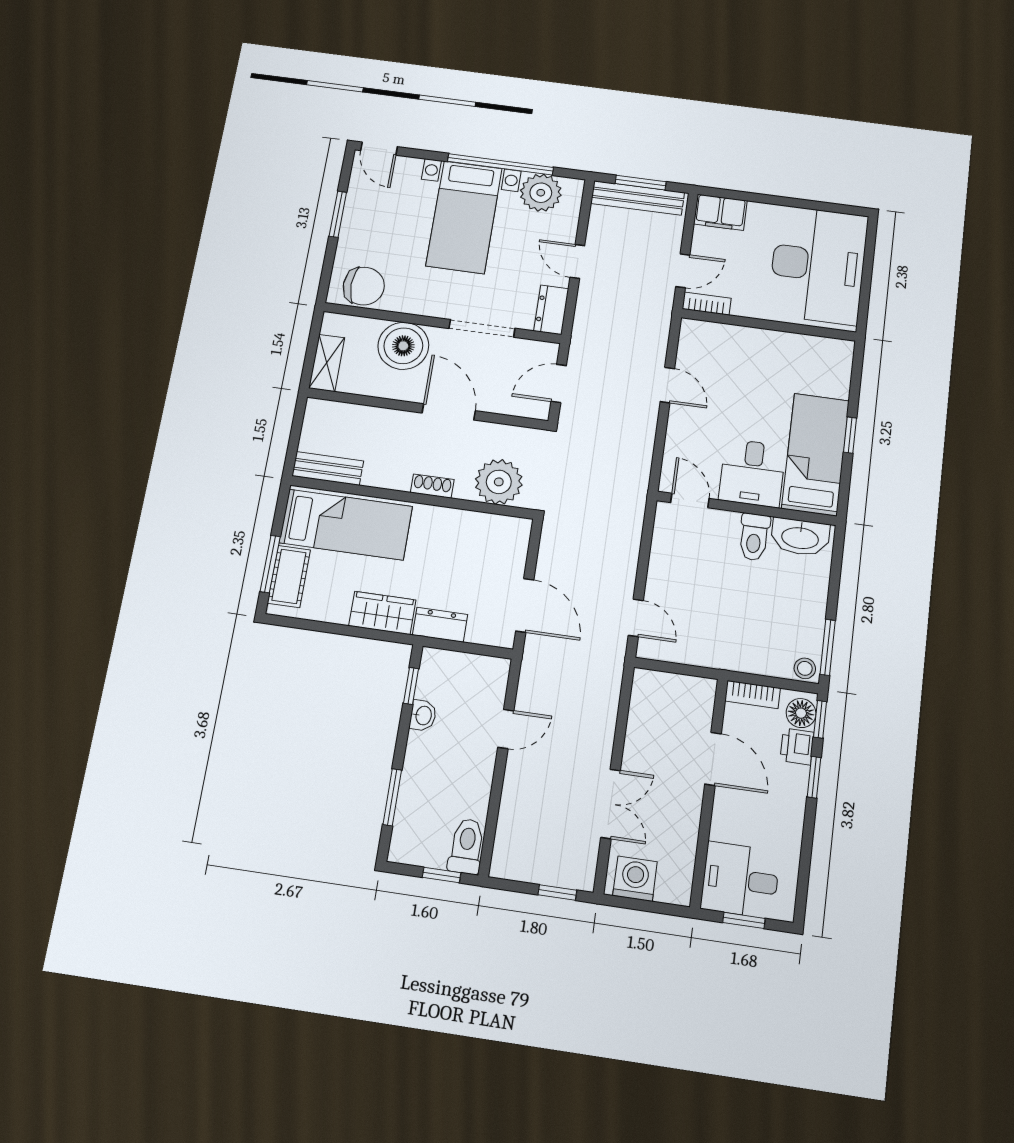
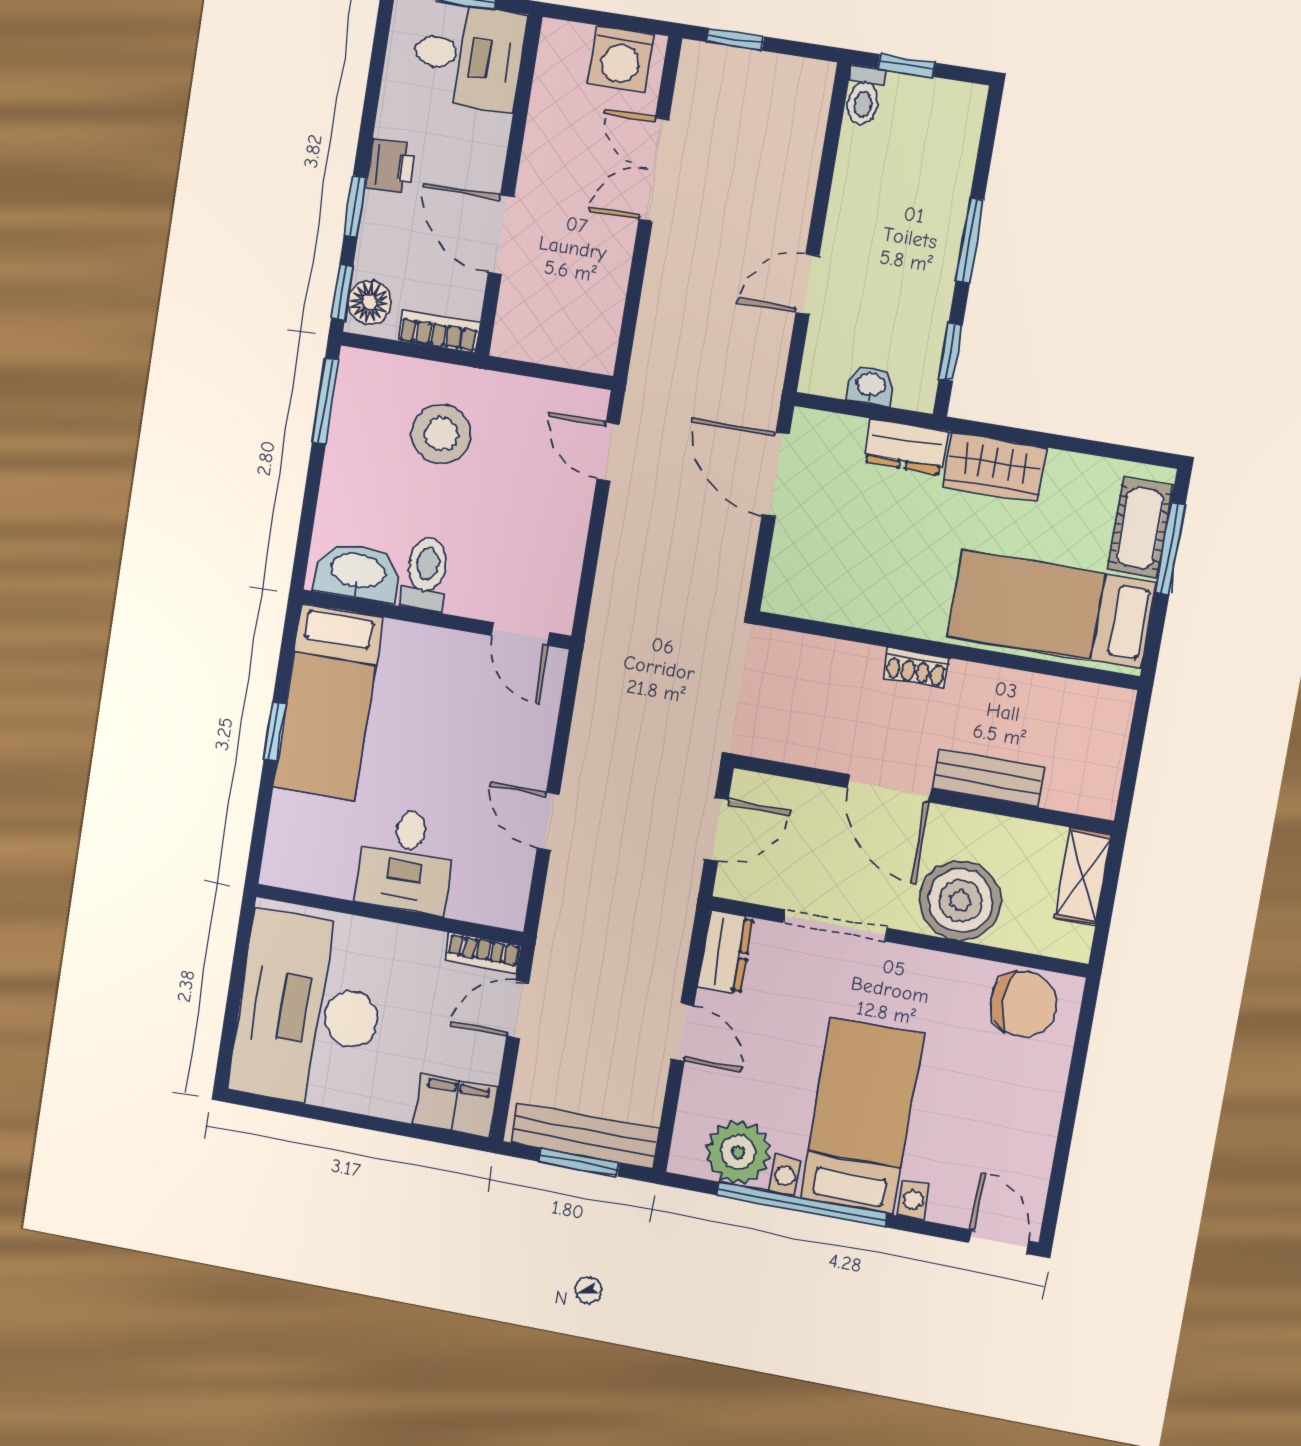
window: (338, 214) -> (1066, 1130), removed
chair: (364, 286) -> (1024, 1004), turned 180
bench: (328, 468) -> (988, 778), moved
desk: (752, 473) -> (406, 860), moved, turned 180
plant: (499, 482) -> (812, 672), removed
stool: (805, 668) -> (441, 434), moved, width x1.89, depth x1.89
washbasin: (423, 715) -> (871, 385), moved, turned 90
printer: (797, 746) -> (391, 166), moved
window: (392, 797) -> (970, 240), moved
toilet: (467, 846) -> (864, 96), width x0.73, depth x0.72

